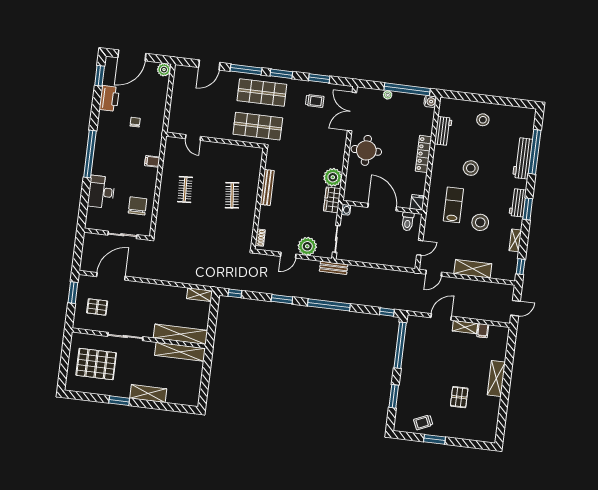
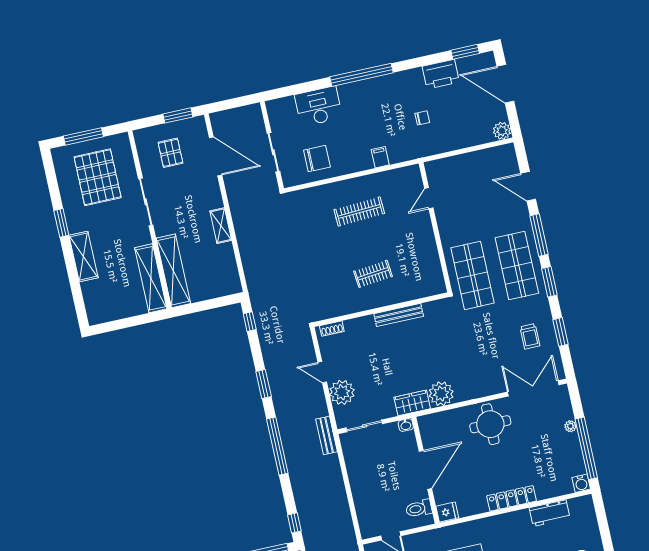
clothes rail: (185, 189) -> (359, 212), width x1.36
shelving: (200, 295) -> (221, 226), moved
window: (64, 364) -> (83, 136), added

